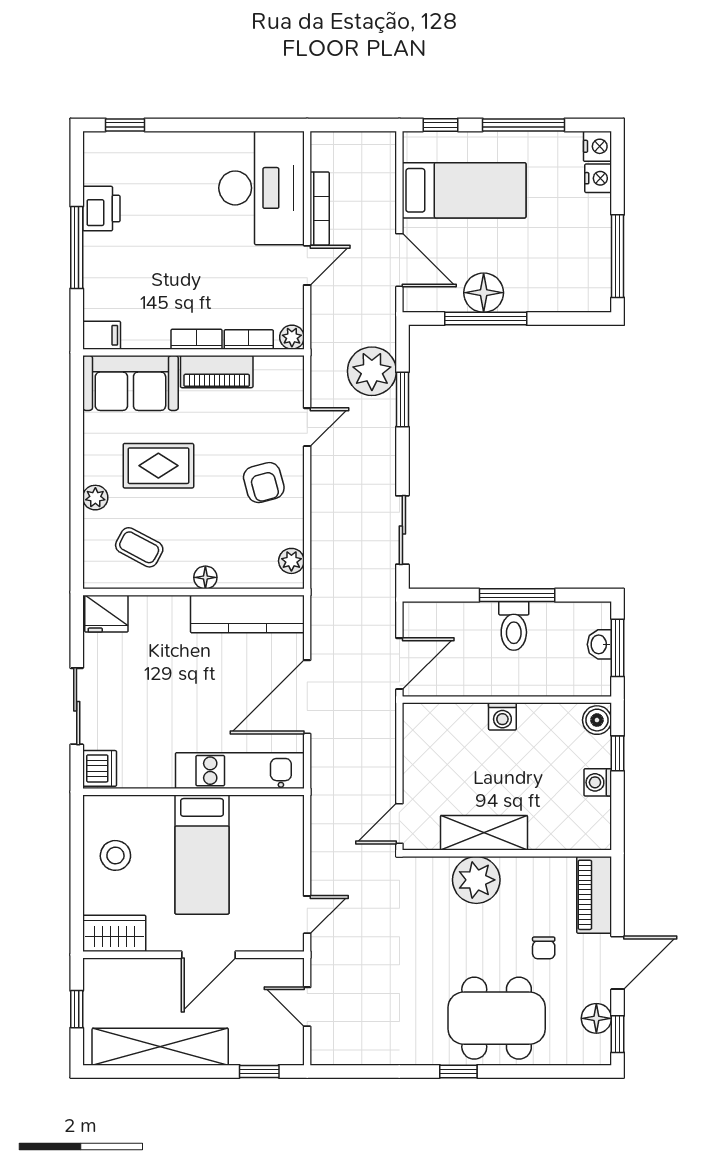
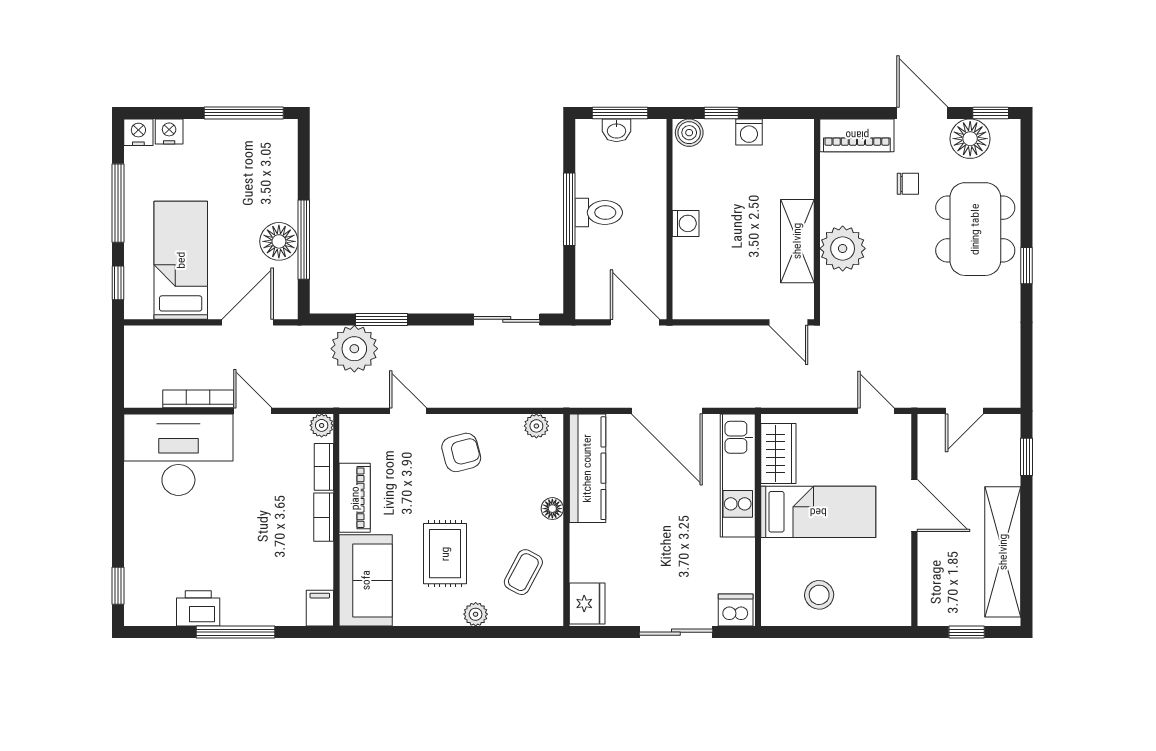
wardrobe: (114, 933) -> (778, 454), moved, turned 180
floor lamp: (596, 1018) -> (970, 139), width x1.38, depth x1.38

